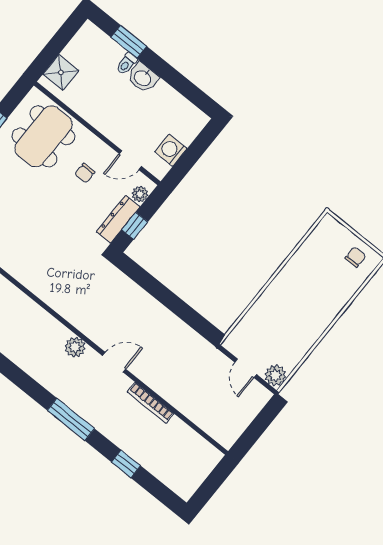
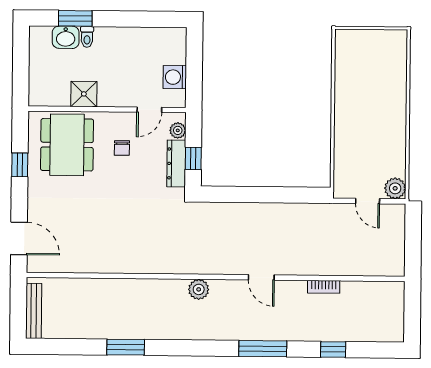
shower: (61, 72) -> (84, 94), moved
washbasin: (143, 78) -> (66, 37), moved
chair: (355, 257) -> (385, 47), removed
plant: (75, 347) -> (199, 289), moved
door: (114, 362) -> (261, 277), swing flipped
bookcase: (150, 403) -> (324, 287), width x0.64

